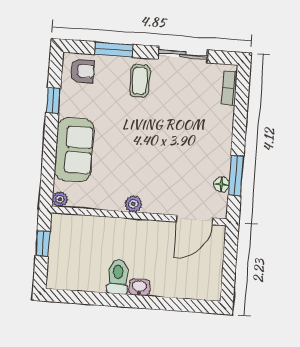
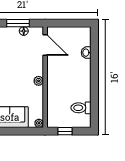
toilet: (118, 277) -> (81, 108), moved
washbasin: (139, 287) -> (86, 53), moved

